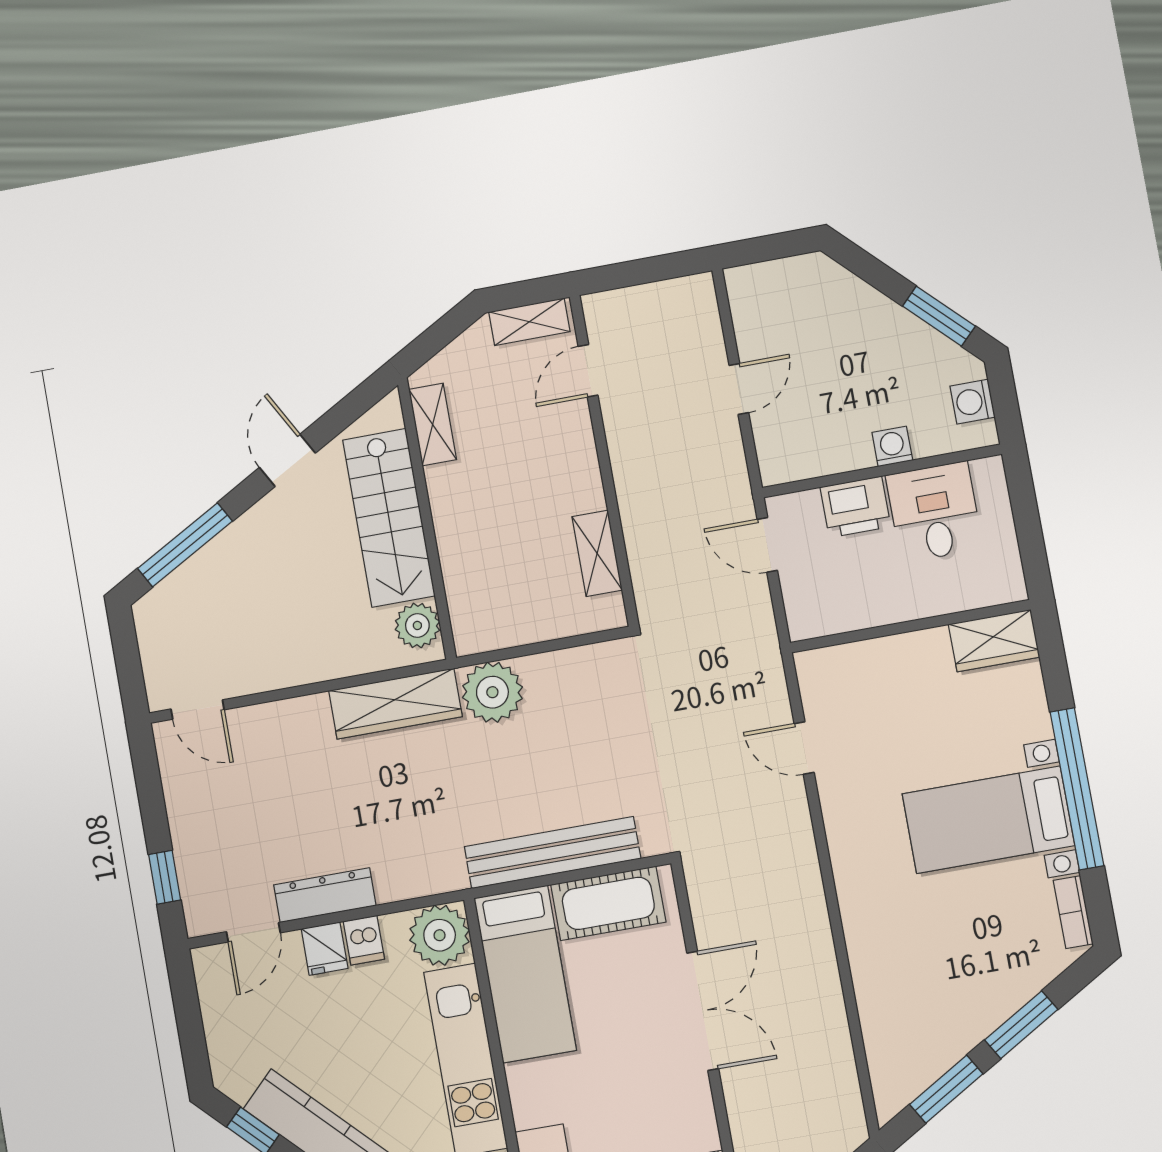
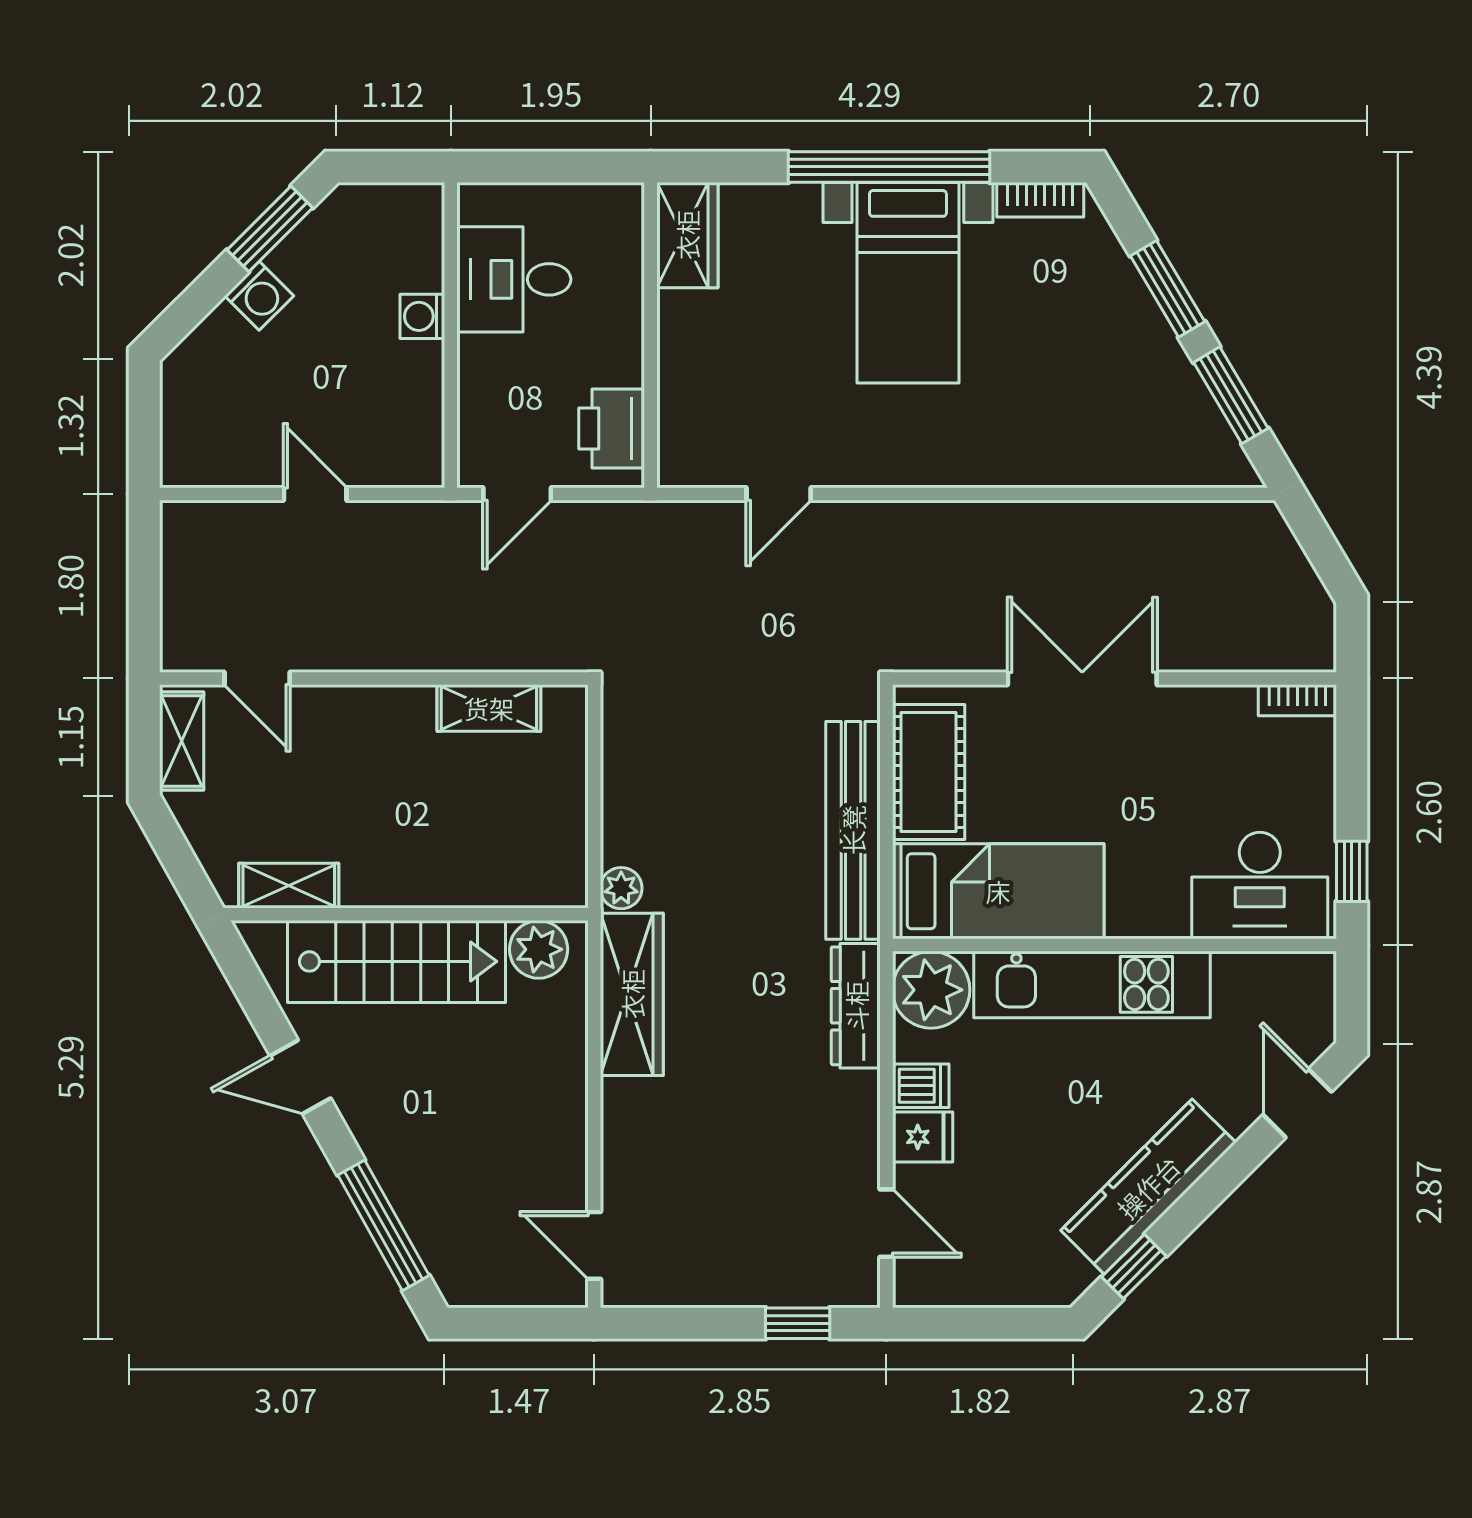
washing machine: (973, 402) -> (259, 296), moved, turned -45
printer: (855, 507) -> (612, 429), moved, turned 180
plant: (492, 692) -> (621, 888), width x0.53, depth x0.53
door: (198, 709) -> (594, 1245), swing flipped
dresser: (325, 895) -> (856, 1006), moved

